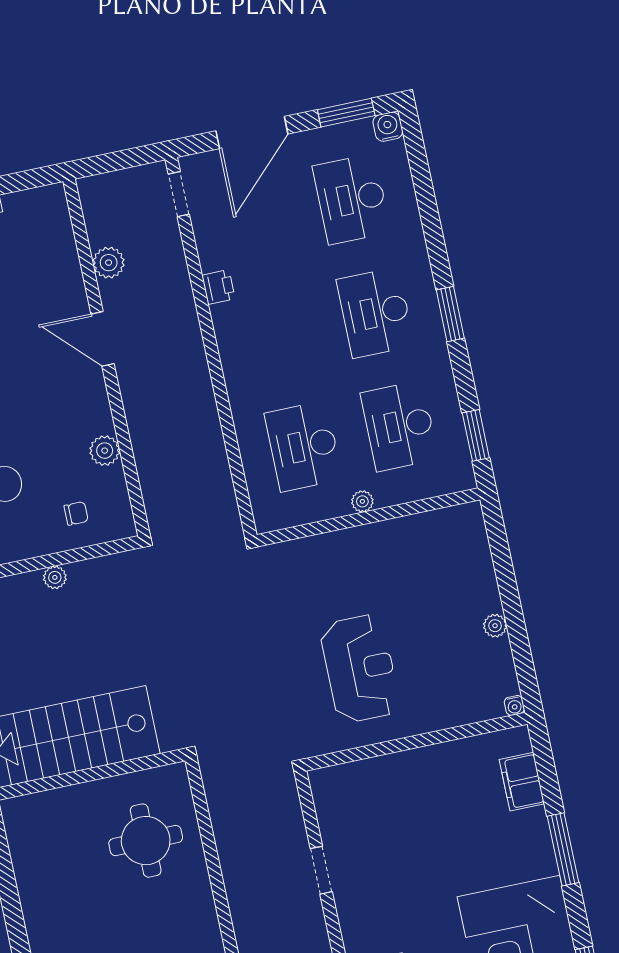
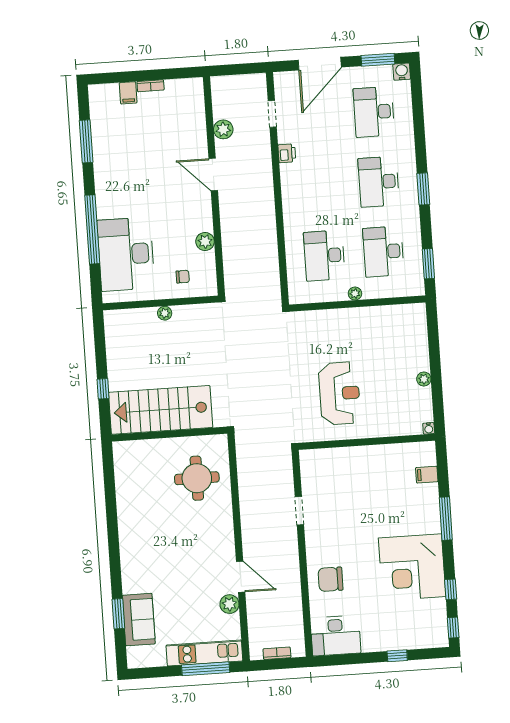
doorway: (179, 194) -> (272, 114), moved
filing cabinet: (522, 782) -> (427, 475), width x0.50

